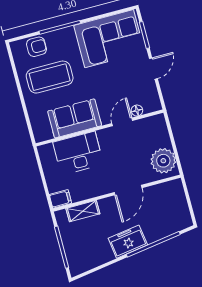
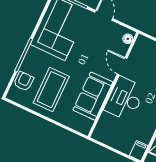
floor lamp: (137, 111) -> (128, 39), moved
desk: (78, 153) -> (125, 99), moved

